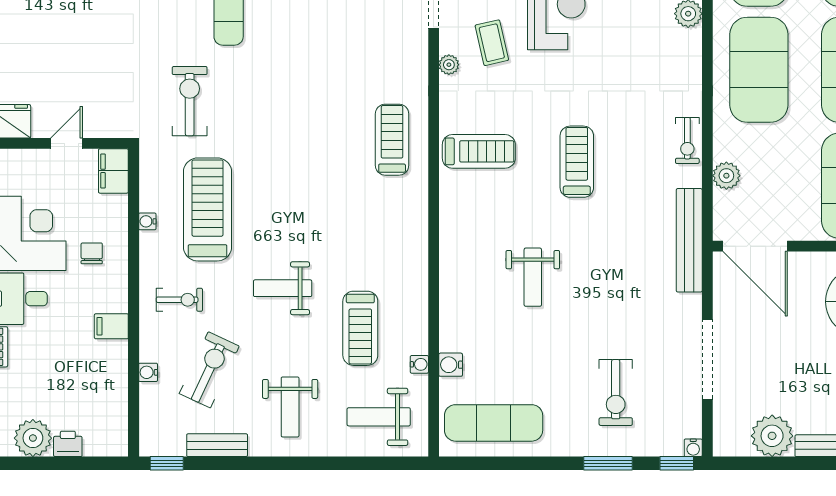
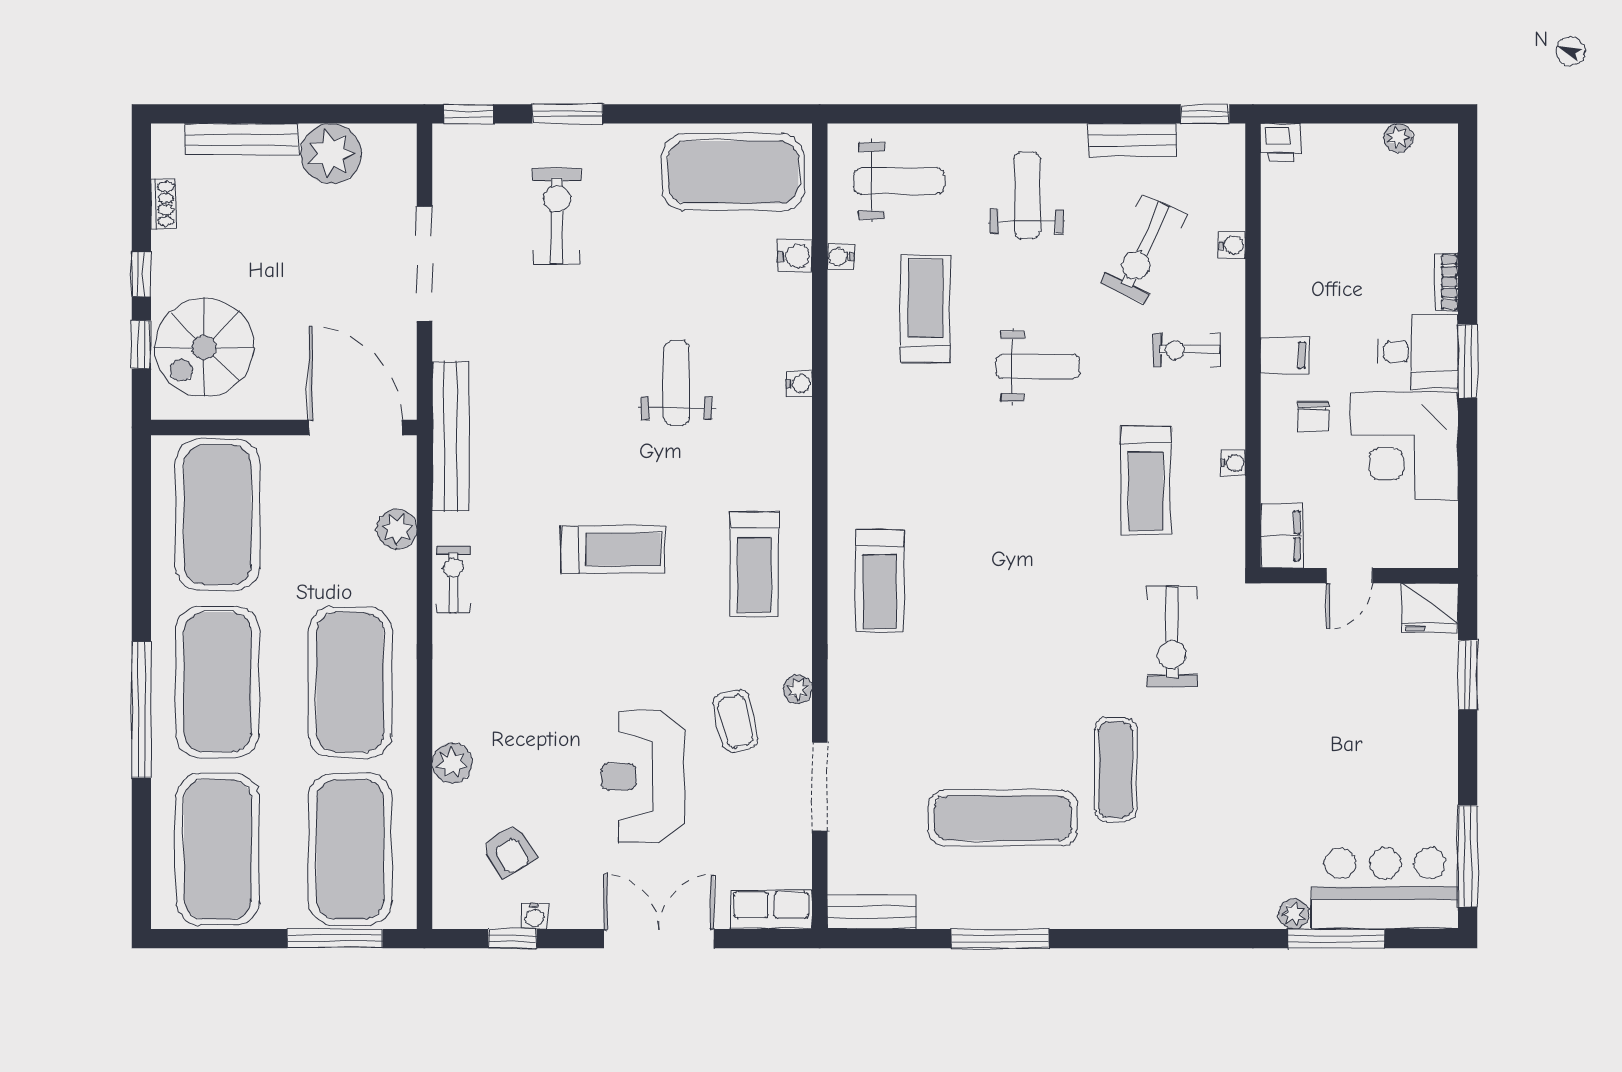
treadmill: (479, 151) -> (754, 564), turned -90
treadmill: (577, 162) -> (613, 549), turned -90
treadmill: (208, 209) -> (1146, 480), width x0.73, depth x0.73
filing cabinet: (111, 326) -> (1285, 355), moved
exercise mat: (494, 423) -> (733, 172), width x1.47
plant: (33, 438) -> (1398, 138), width x0.53, depth x0.53
printer: (68, 444) -> (1281, 142), moved
water cooler: (693, 448) -> (799, 384), moved, turned 90

